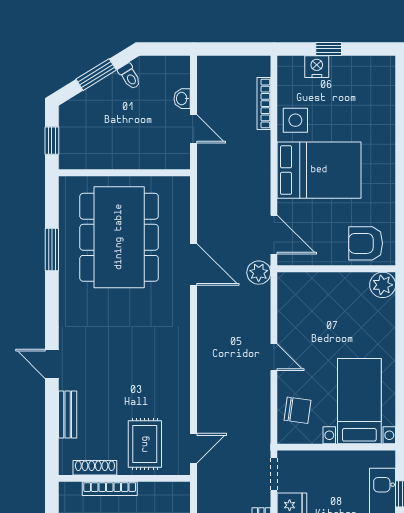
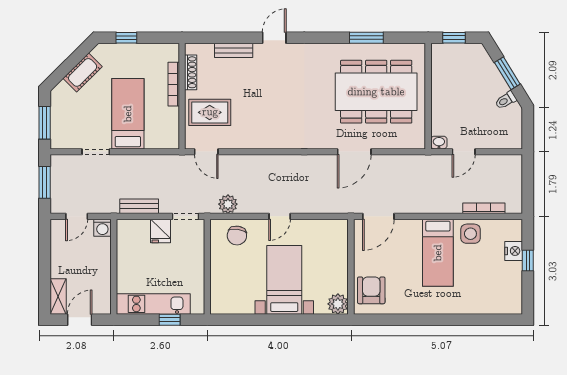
washbasin: (182, 99) -> (439, 143), moved
bed: (319, 170) -> (438, 253), width x0.67
plant: (259, 273) -> (228, 204), moved
bed with nightstands: (359, 401) -> (284, 280), moved, turned -90

